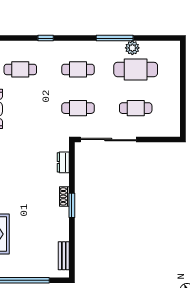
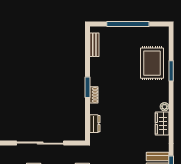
sliding door: (108, 140) -> (40, 143), moved

